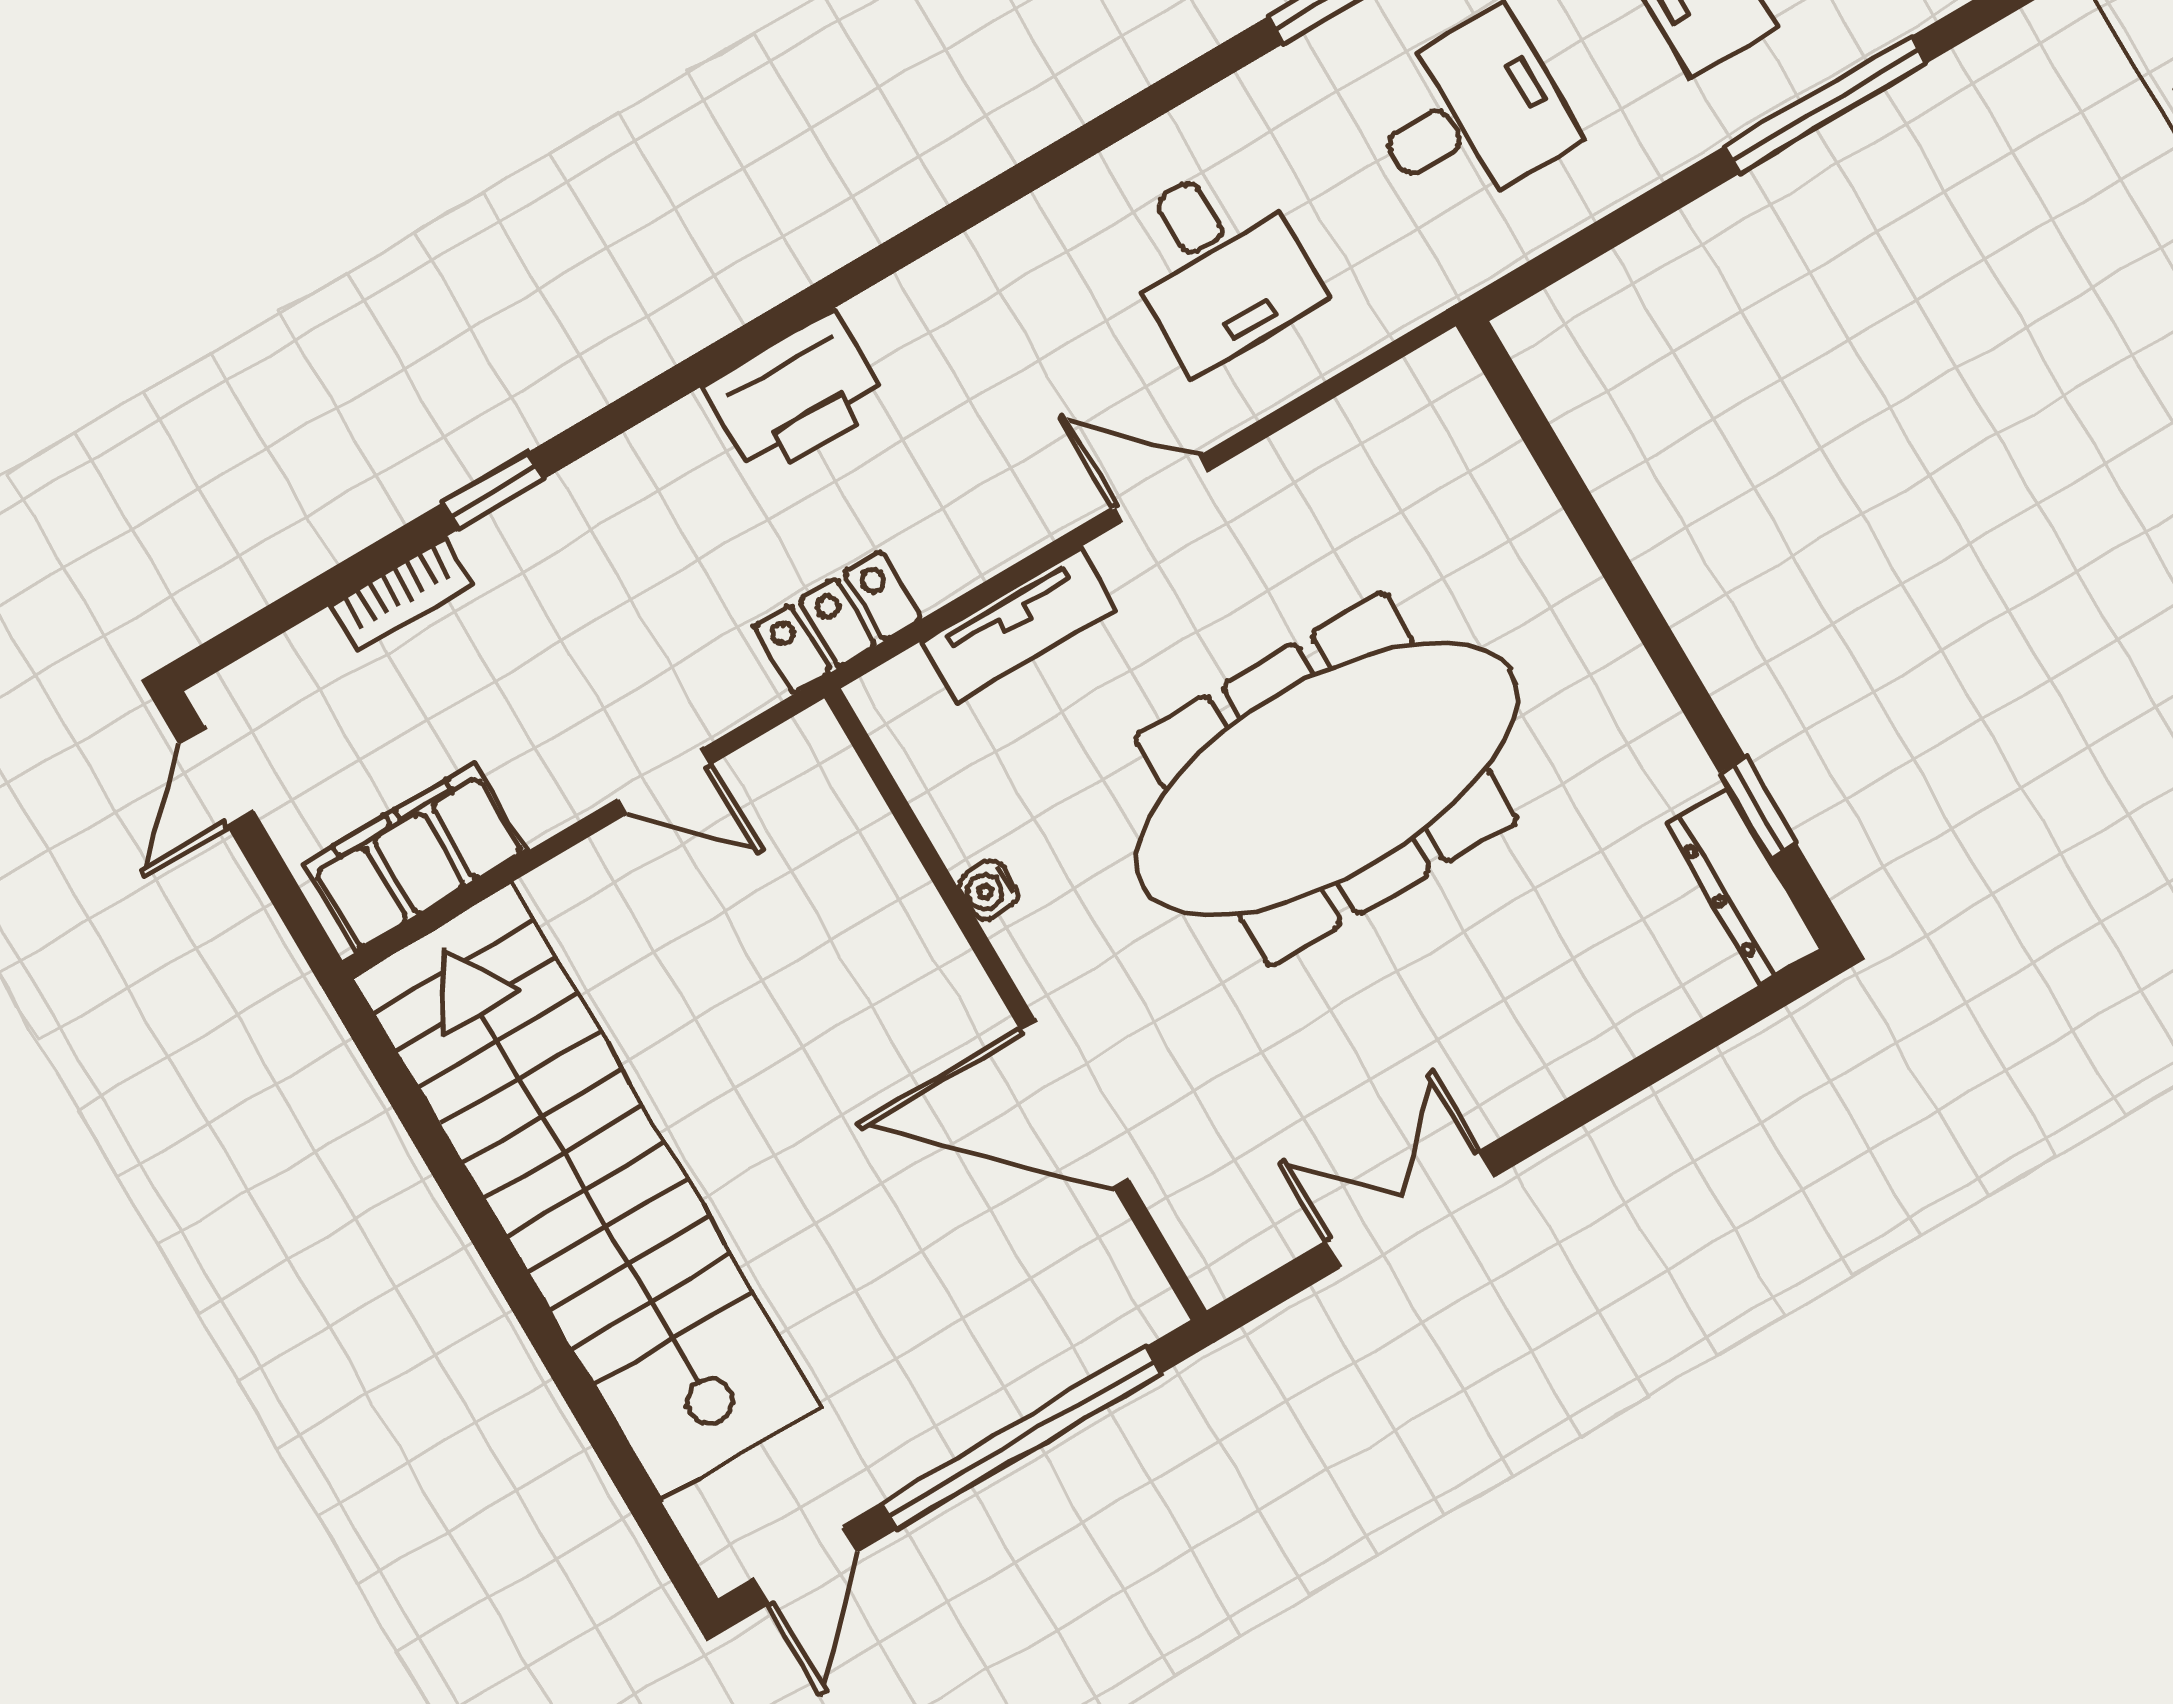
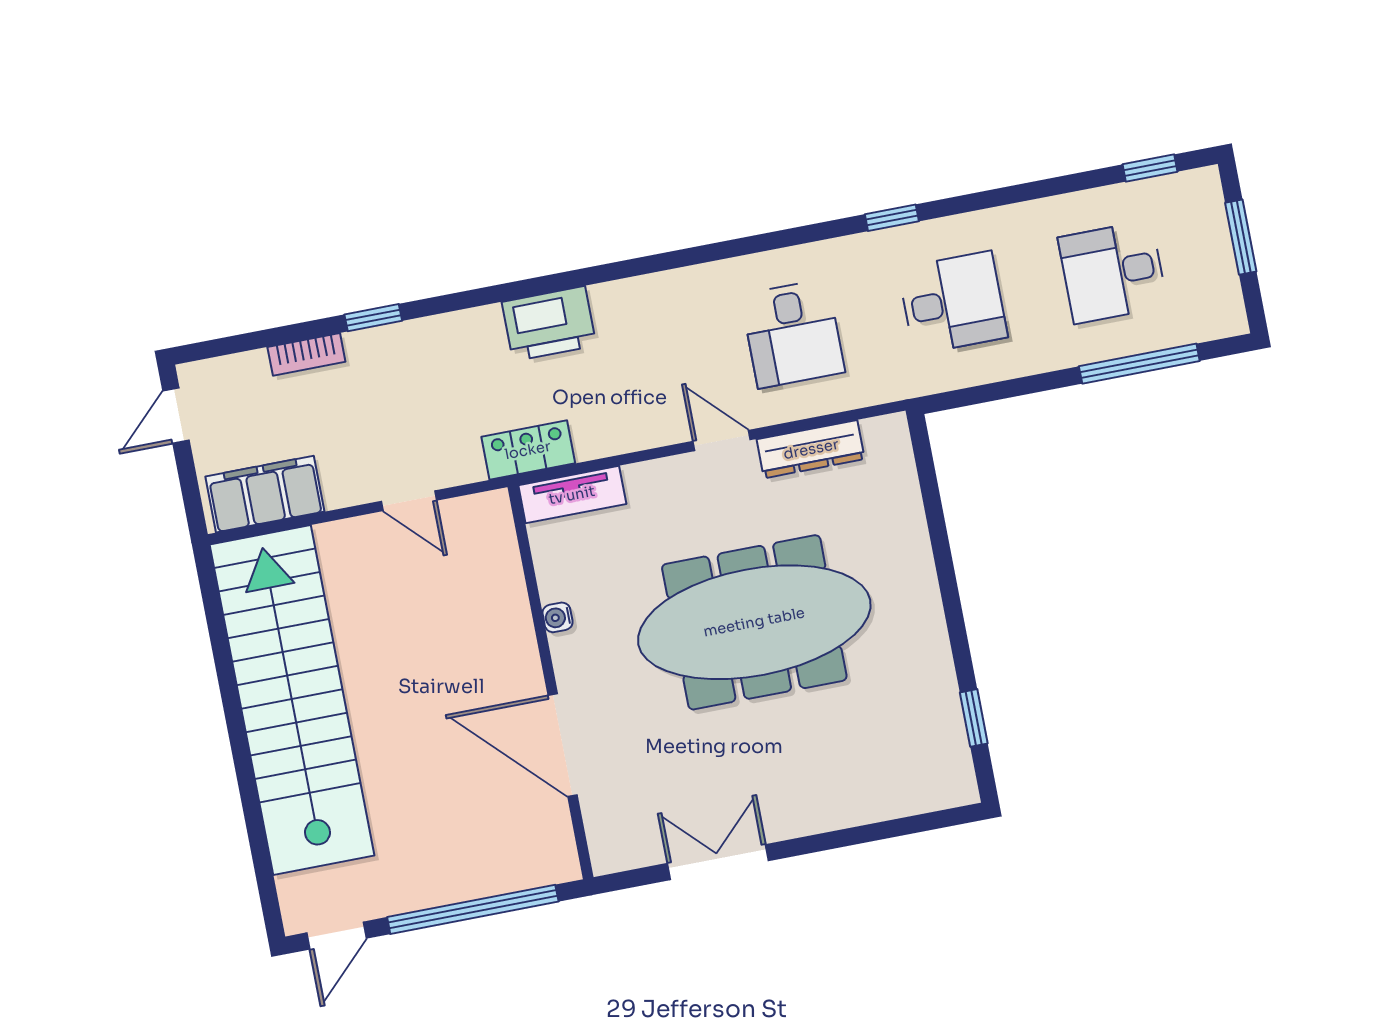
tv unit: (1018, 625) -> (572, 495), moved
dresser: (1744, 887) -> (811, 449), moved, turned -90

